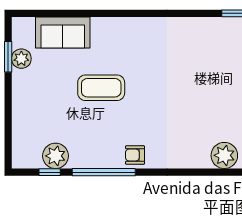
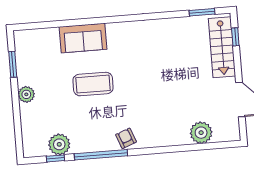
sofa: (63, 32) -> (83, 38), moved
plant: (21, 59) -> (26, 94), moved
armchair: (135, 155) -> (126, 138), turned 69

